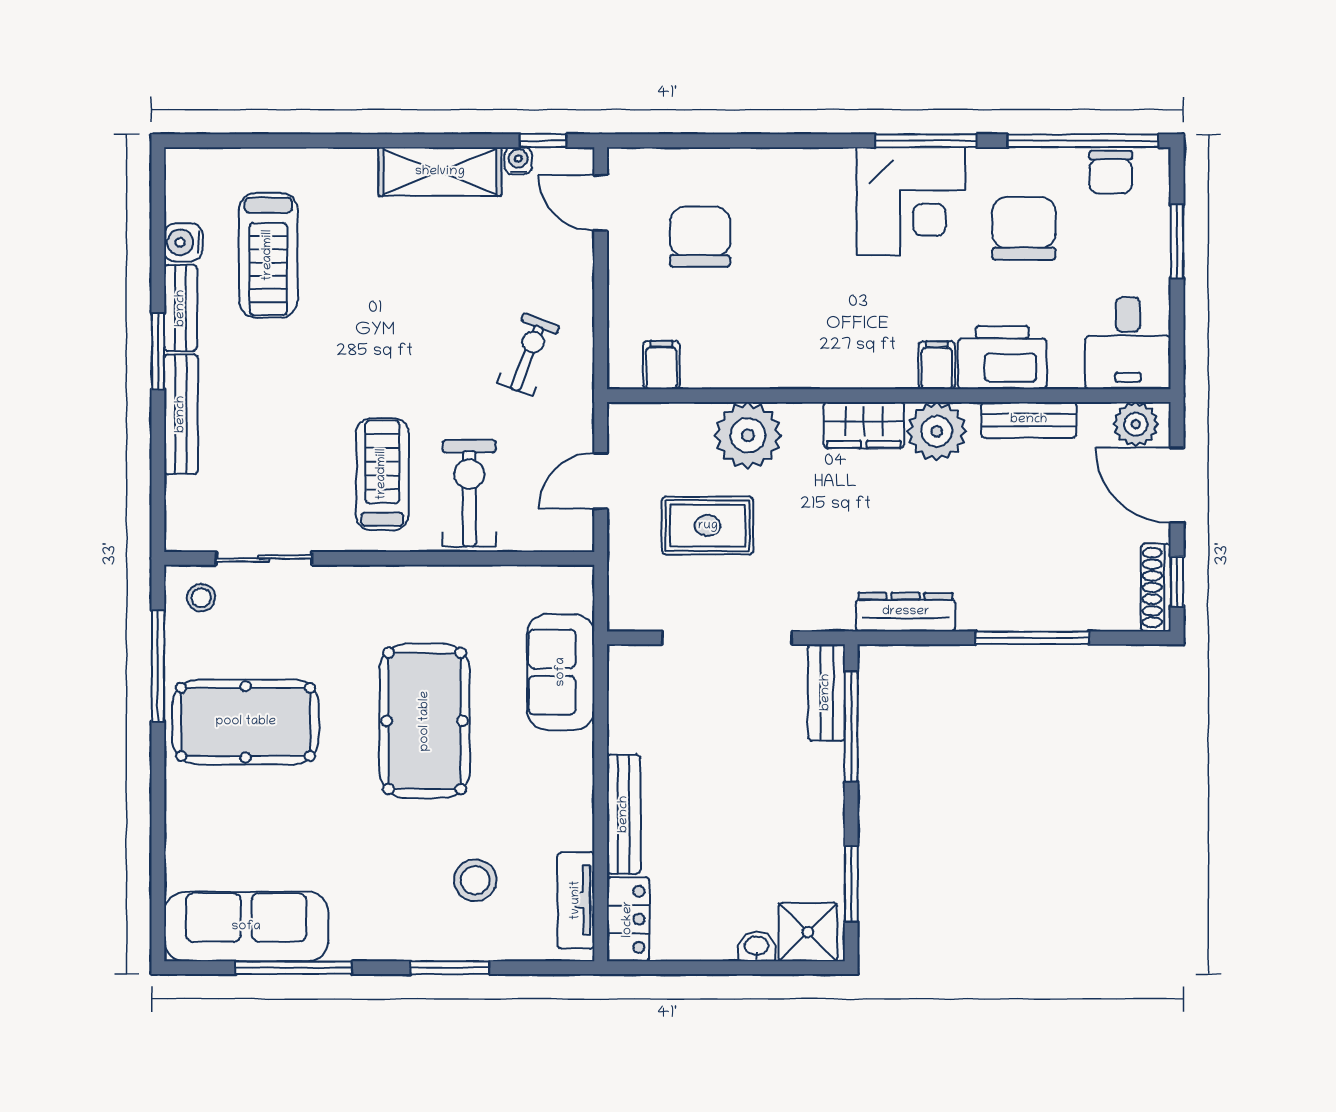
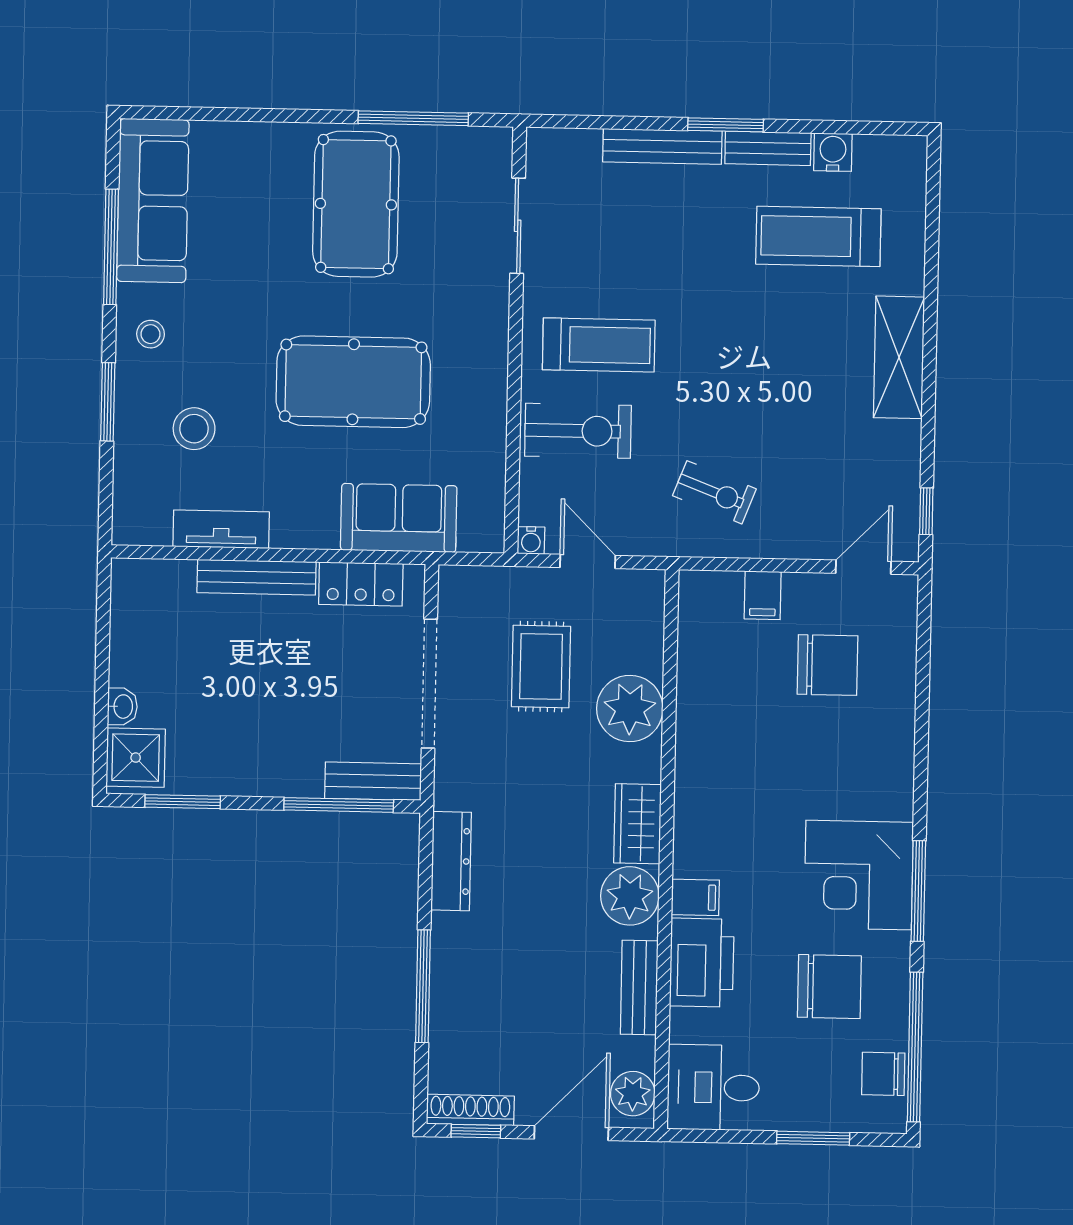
water cooler: (518, 161) -> (531, 540), moved, turned 90
shelving: (440, 172) -> (899, 357), moved
filing cabinet: (661, 365) -> (763, 595), moved, turned 90
stool: (201, 598) -> (151, 334), moved
tv unit: (576, 900) -> (221, 529), moved
locker: (628, 919) -> (361, 584), moved

